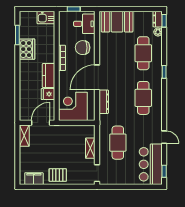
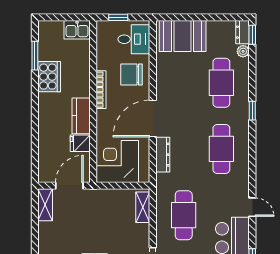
shelving: (90, 148) -> (143, 207), moved

